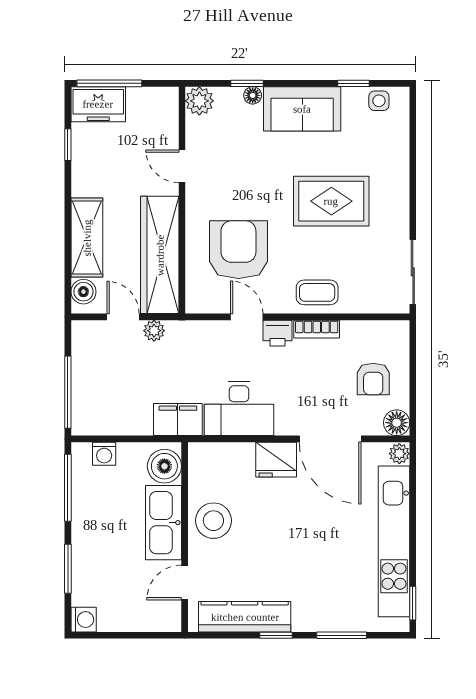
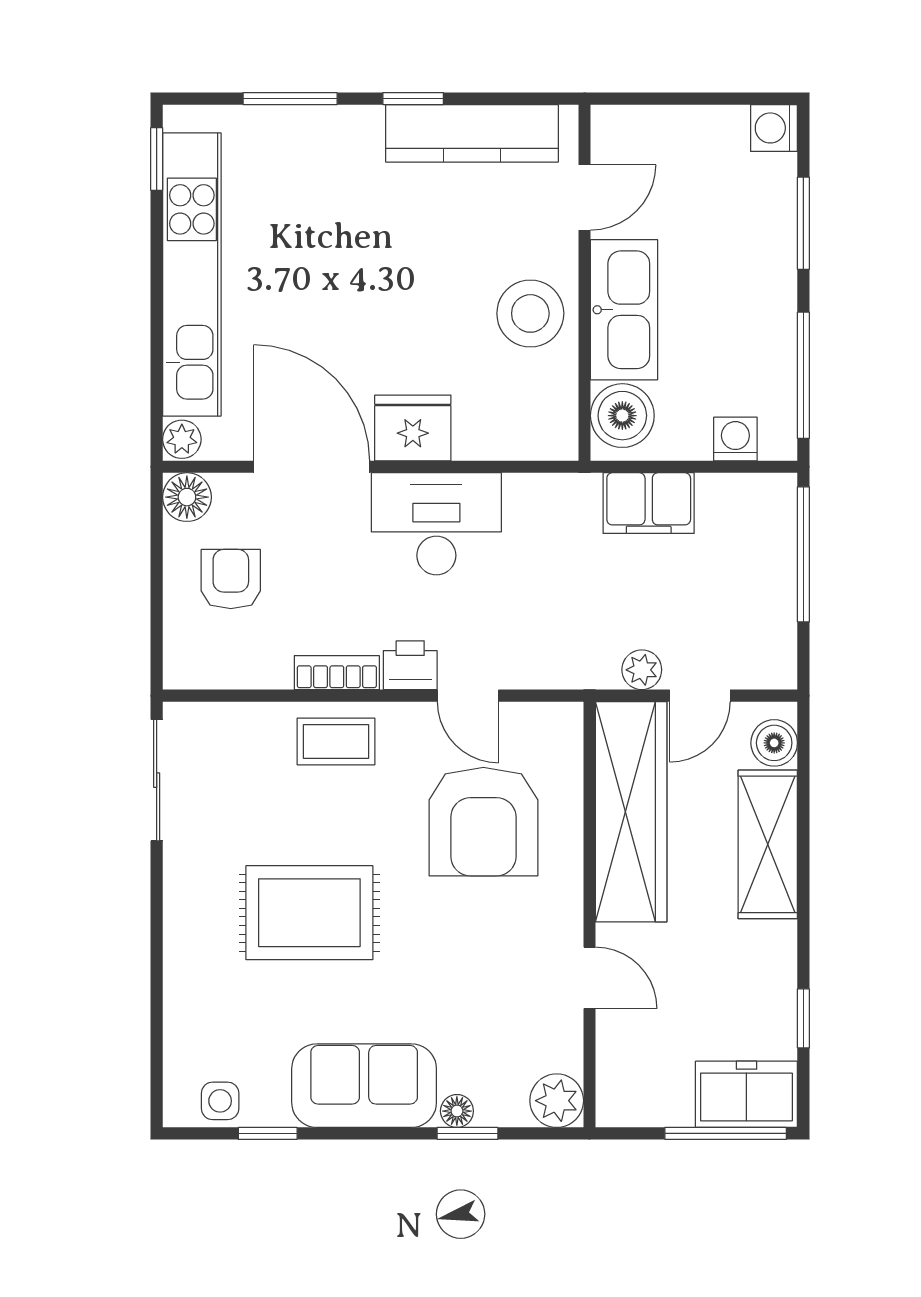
door: (123, 317) -> (700, 696), hinge flipped
desk: (239, 408) -> (436, 524), moved
filing cabinet: (178, 420) -> (649, 503), moved

